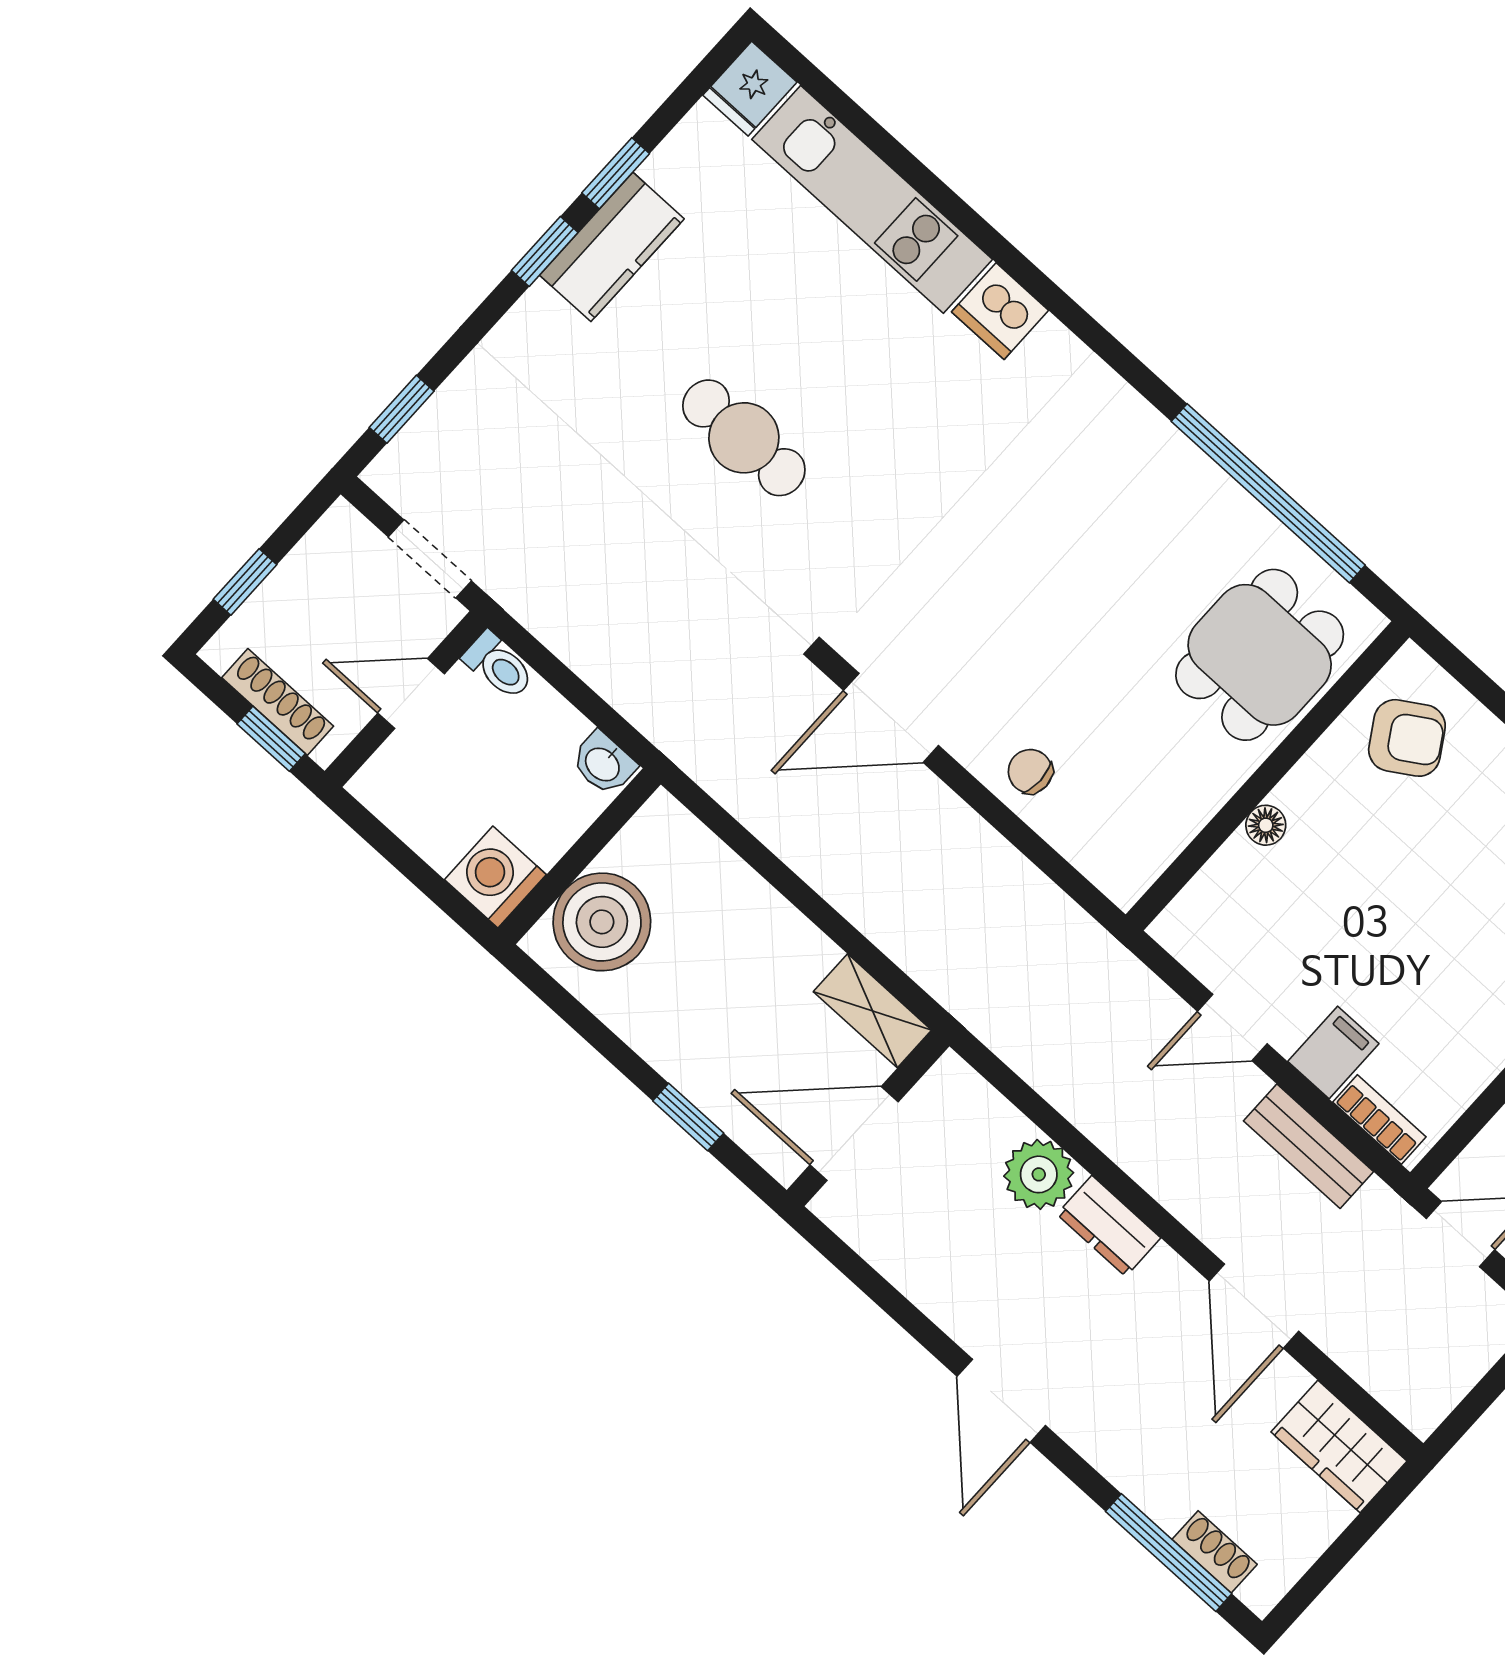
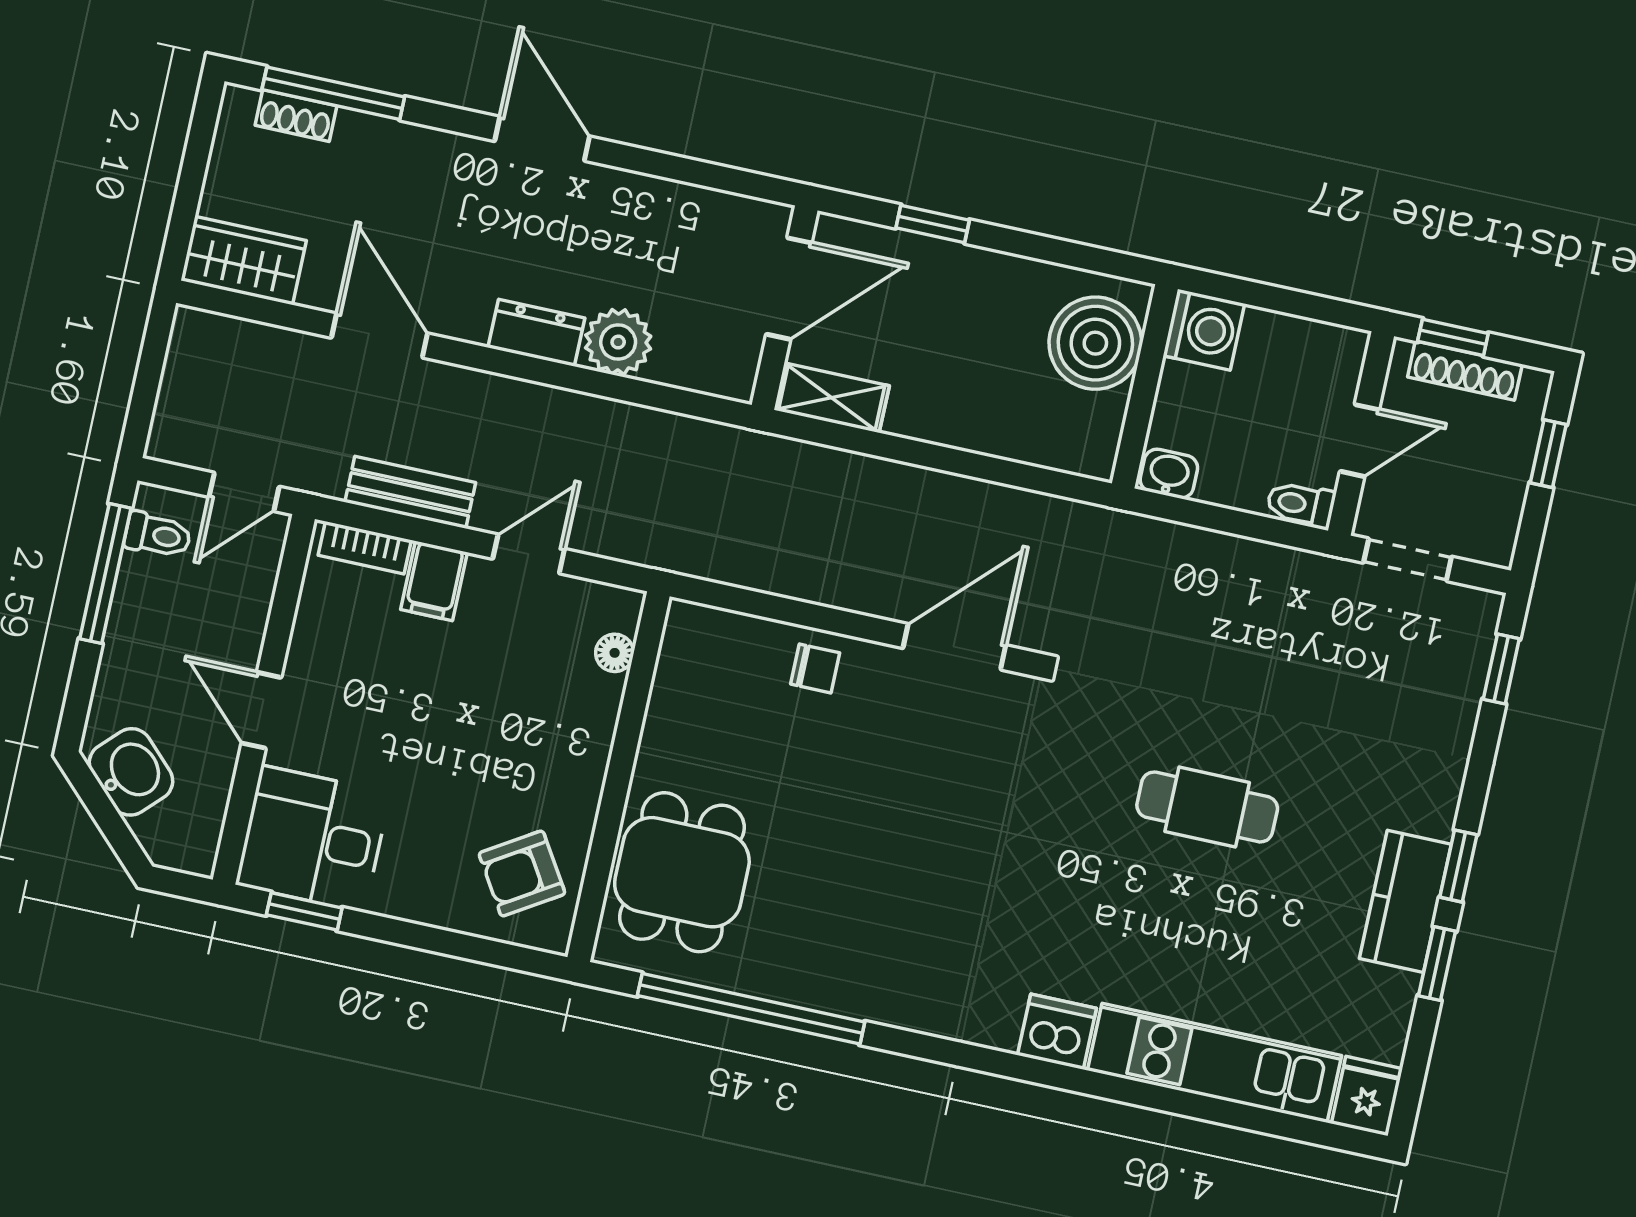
floor lamp: (1266, 825) -> (615, 653), moved

